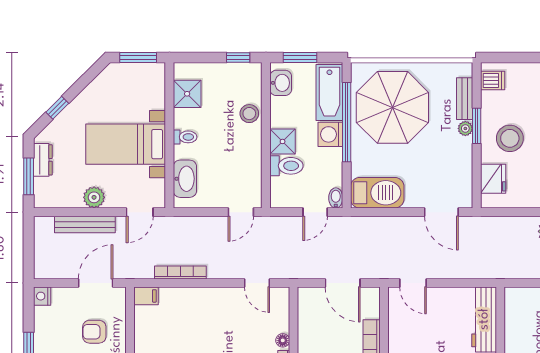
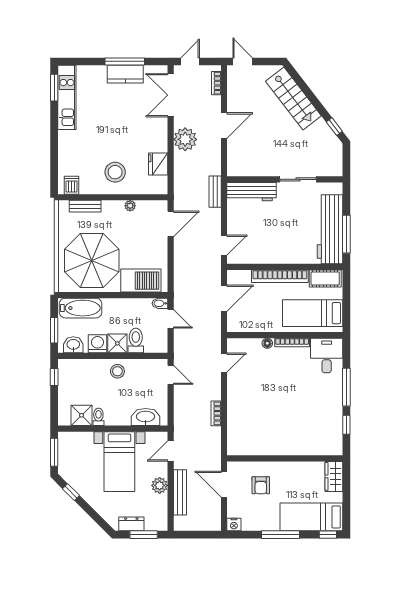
window: (57, 108) -> (71, 492), moved
stool: (249, 114) -> (117, 371), moved
window: (347, 122) -> (103, 295), removed
window: (477, 126) -> (106, 197), removed
plant: (465, 128) -> (130, 206), moved
washing machine: (330, 134) -> (97, 344), moved, turned 180
toilet: (185, 137) -> (98, 417), moved
fridge: (493, 179) -> (158, 164), moved, turned -90
barbecue: (377, 193) -> (141, 281), moved, turned 90
door: (140, 212) -> (171, 451), swing flipped
bench: (484, 271) -> (215, 192), added
bookcase: (180, 272) -> (216, 413), width x0.64
filing cabinet: (146, 296) -> (234, 446), removed

